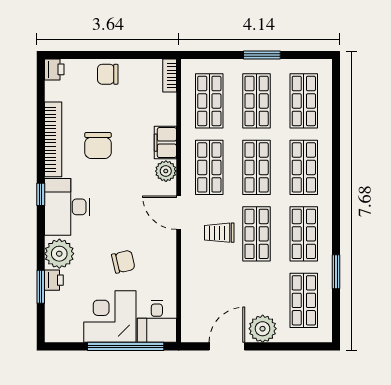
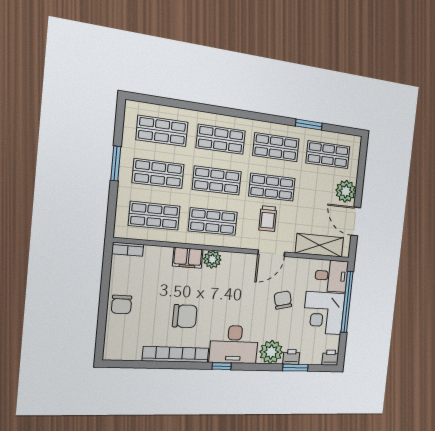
printer: (54, 69) -> (330, 358), moved
door: (179, 213) -> (271, 253), moved
shelving: (193, 302) -> (320, 245), added

